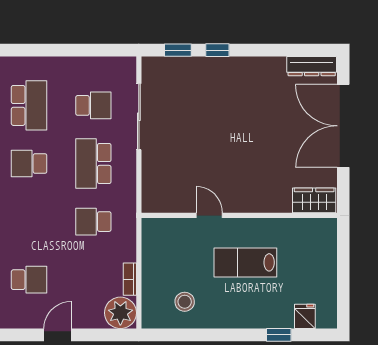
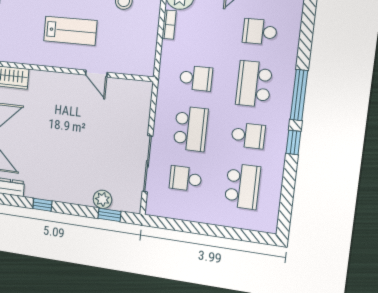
window: (217, 50) -> (42, 205), moved
plant: (188, 67) -> (102, 199), added
school desk: (29, 105) -> (242, 186), turned 180
school desk: (29, 222) -> (254, 84), added

